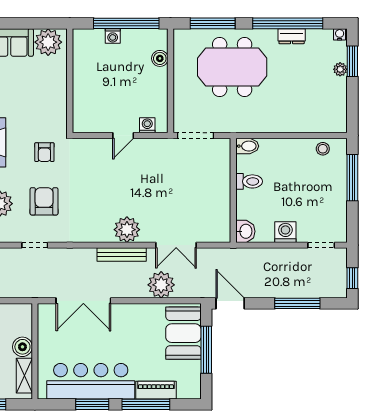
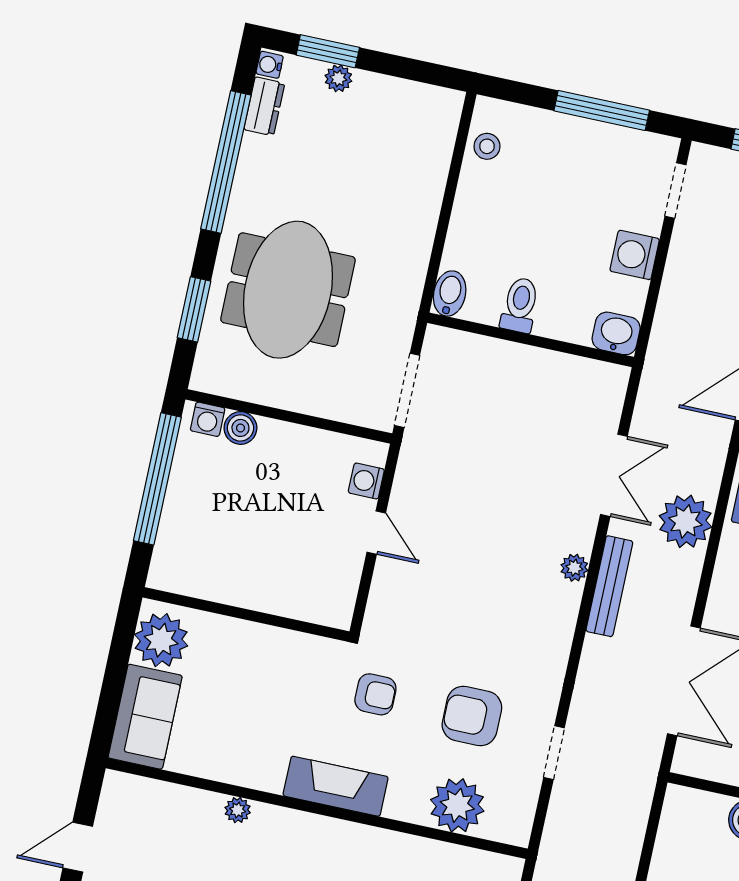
window: (213, 23) -> (194, 309), width x0.69
washing machine: (113, 36) -> (208, 419), moved, turned 90
dresser: (292, 36) -> (264, 106), moved
window: (352, 178) -> (602, 110), moved
plant: (127, 230) -> (574, 568), width x0.53, depth x0.53

